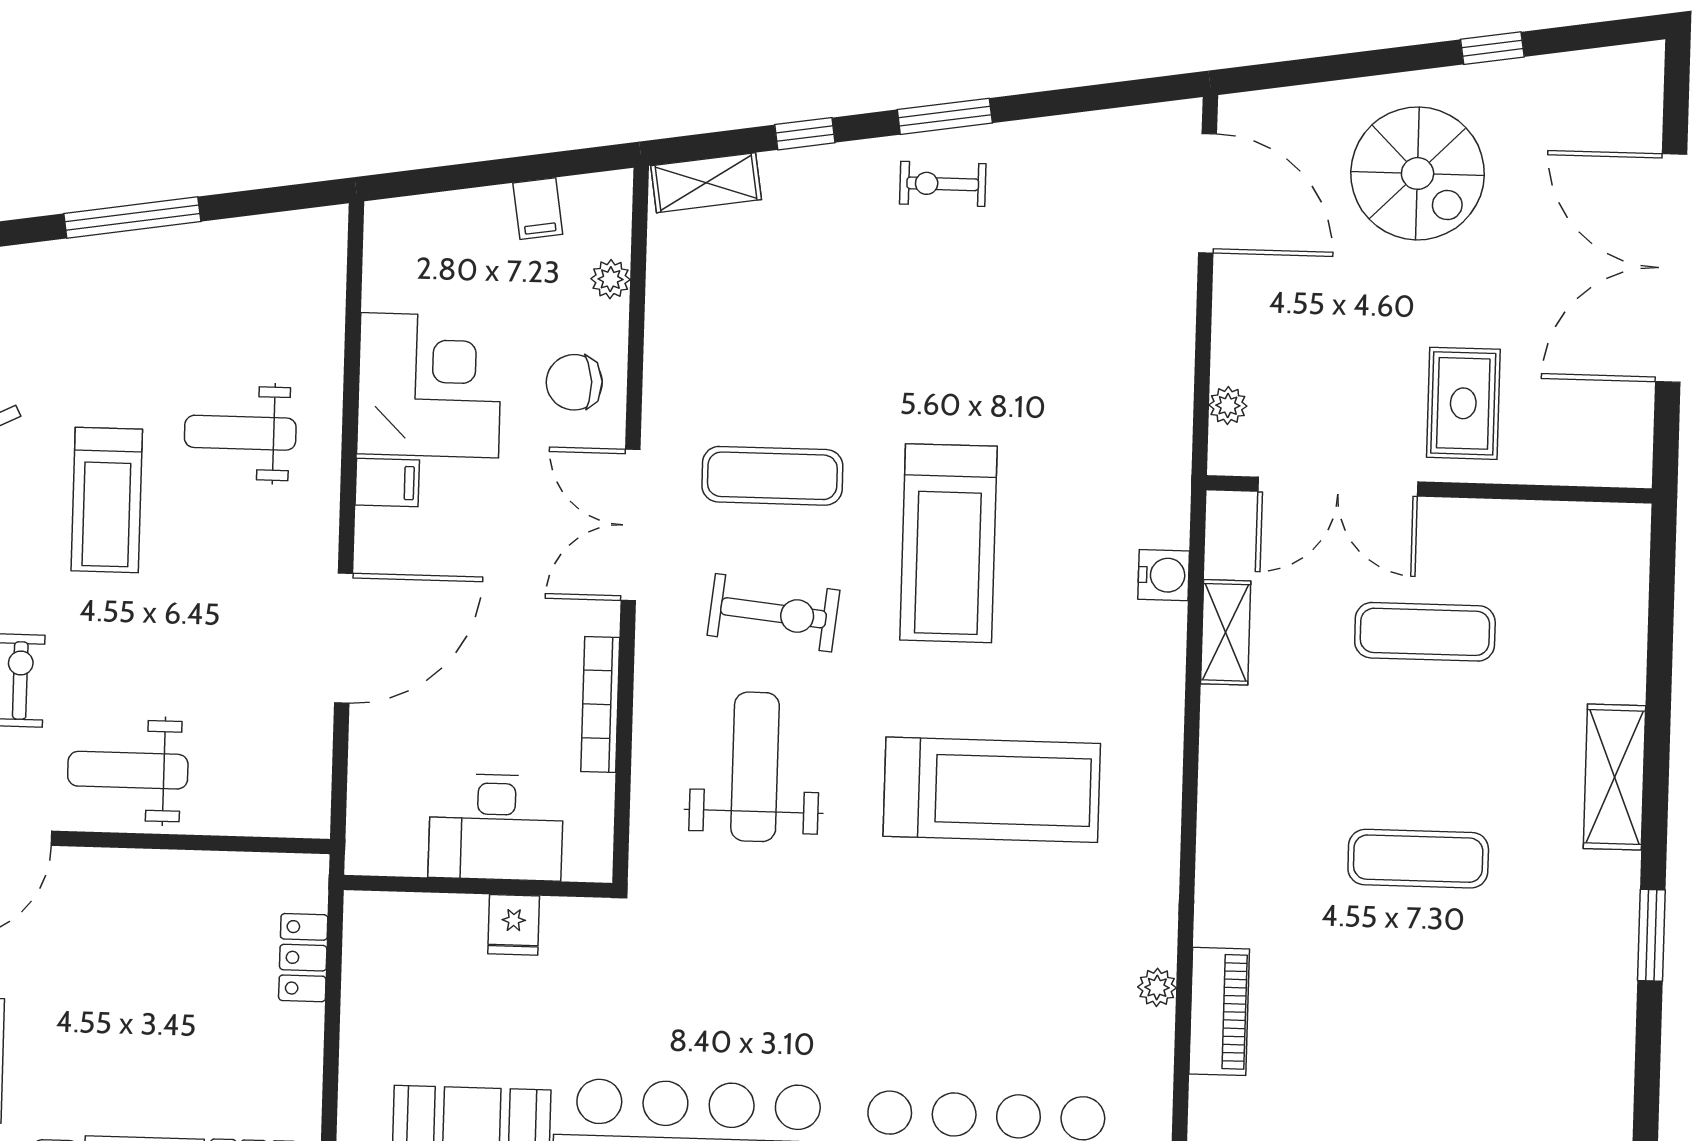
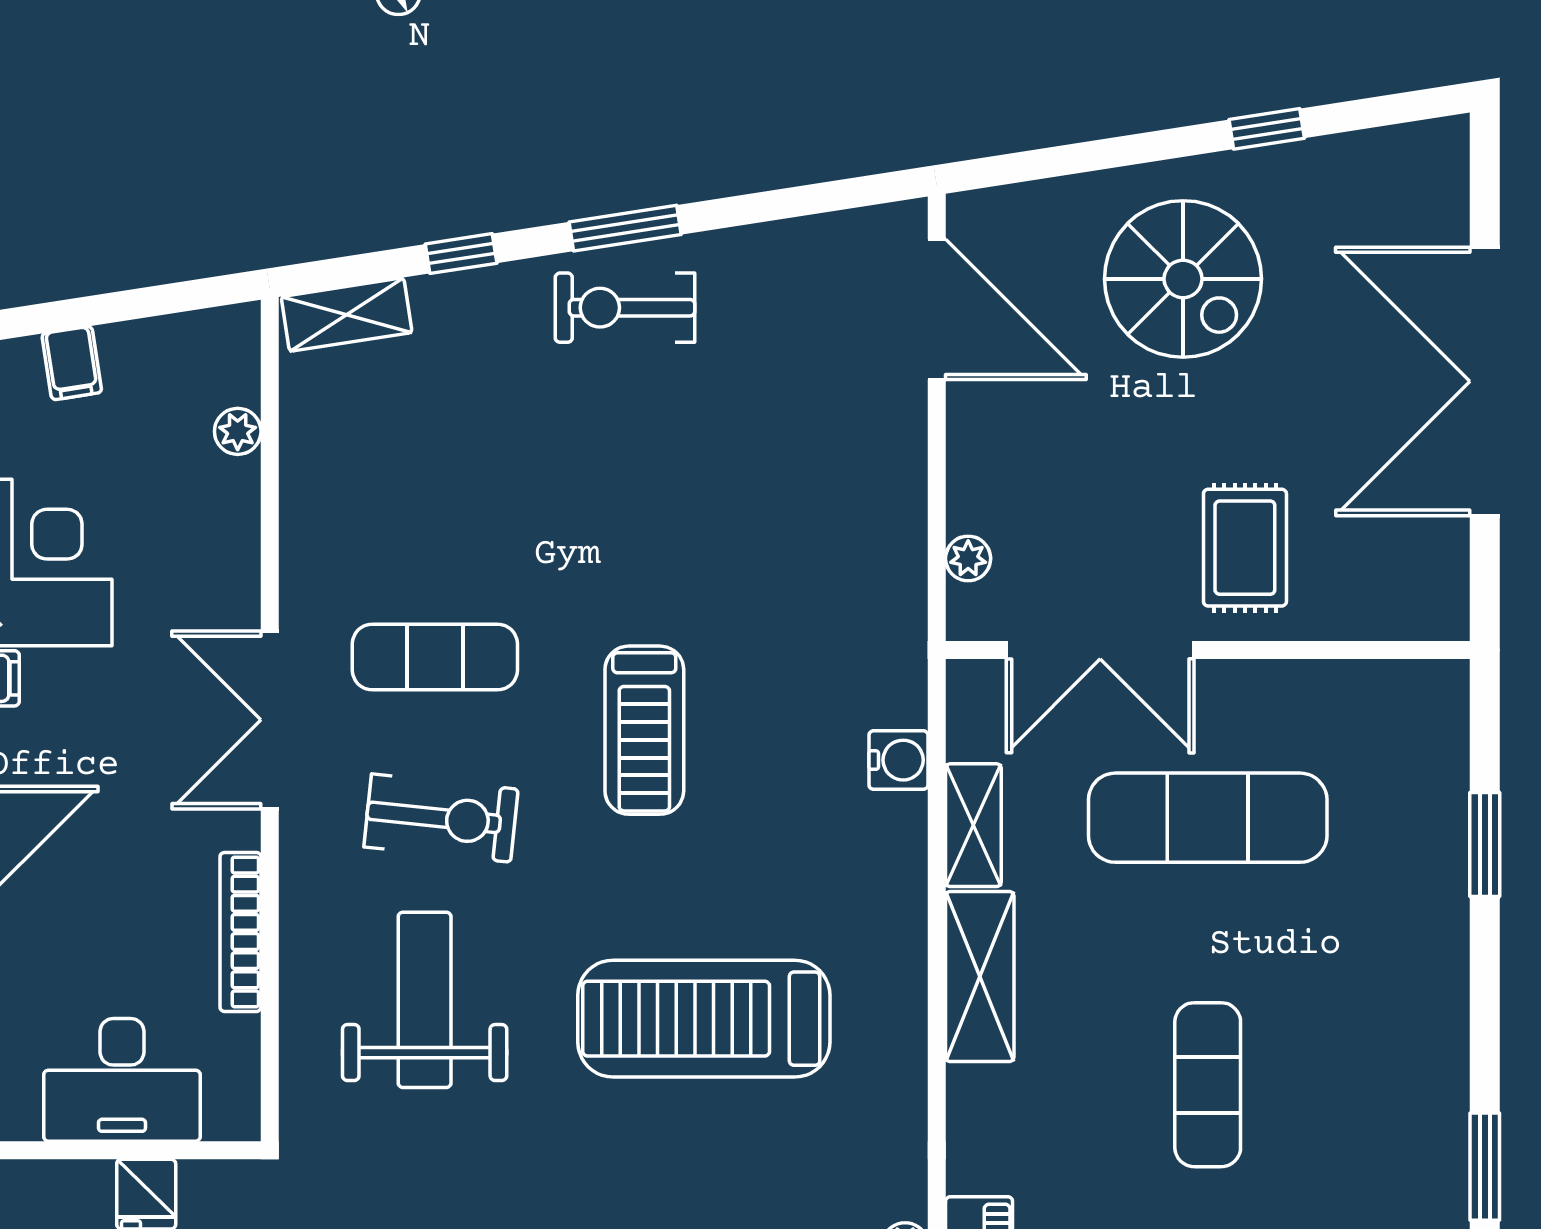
exercise bike: (943, 184) -> (625, 308), width x1.38, depth x1.39
filing cabinet: (538, 209) -> (72, 363), moved
chair: (574, 382) -> (199, 554), removed
treadmill: (948, 543) -> (644, 730), width x0.73, depth x0.73
exercise mat: (1425, 632) -> (1208, 818), width x1.36, depth x1.45
window: (1660, 662) -> (1485, 844), added
shelving: (1614, 777) -> (980, 977), moved
treadmill: (992, 790) -> (704, 1019), turned 180
exercise mat: (1418, 859) -> (1208, 1085), turned 90

